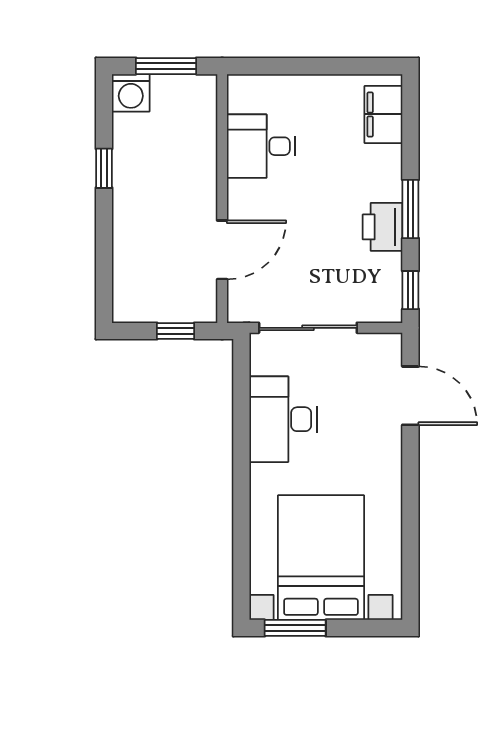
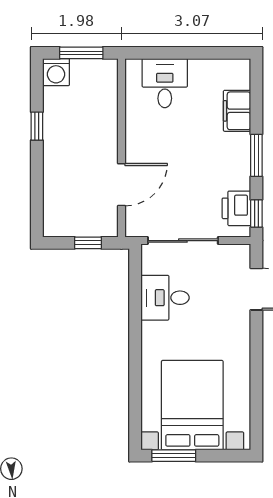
filing cabinet: (383, 114) -> (237, 111), moved
desk: (261, 146) -> (165, 83), moved, turned 90
printer: (383, 227) -> (236, 208), moved
desk: (283, 419) -> (165, 298), width x0.73

